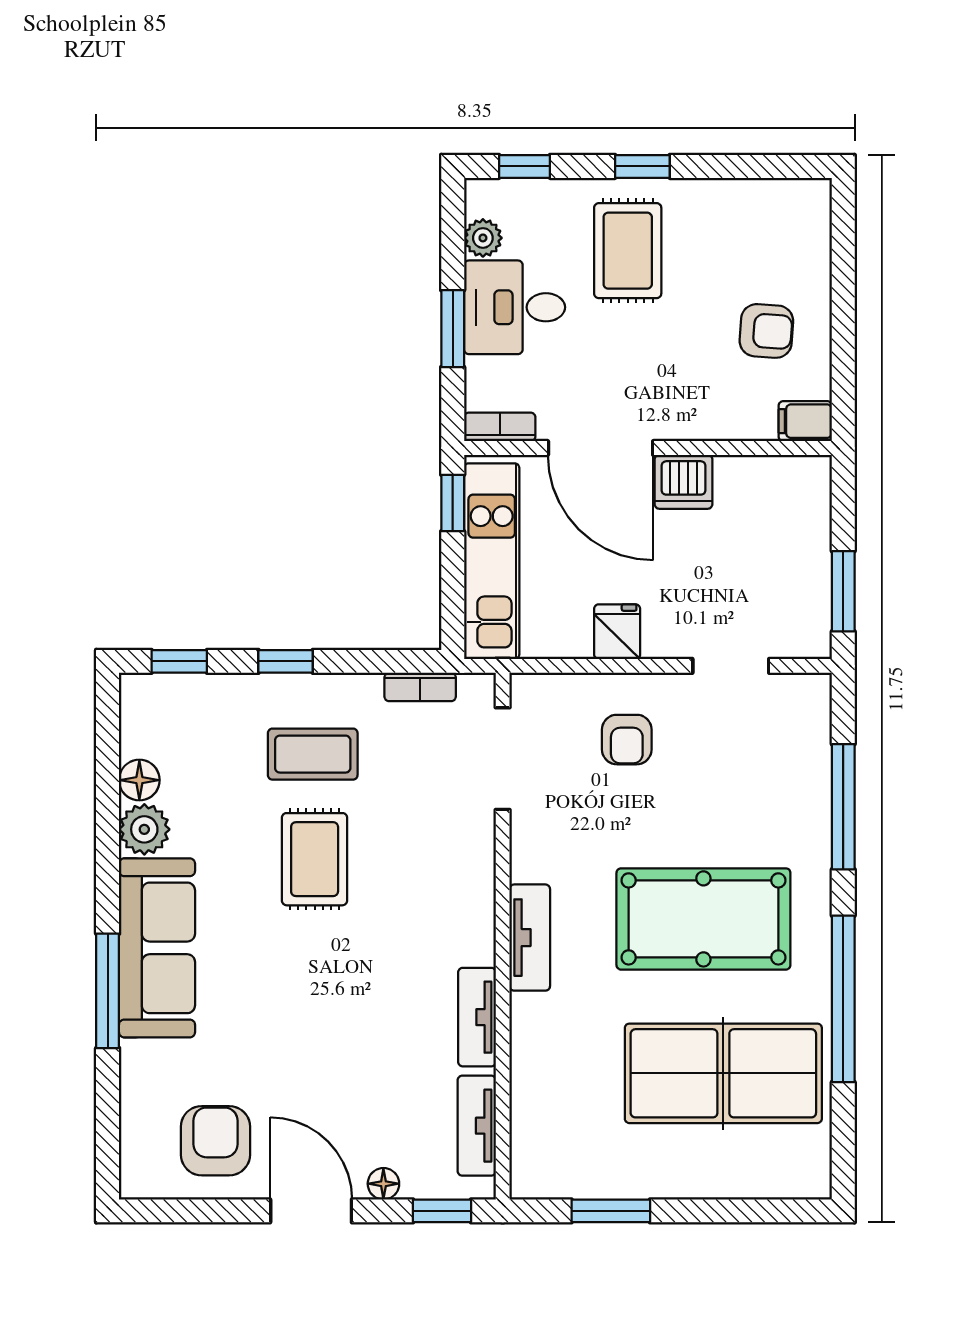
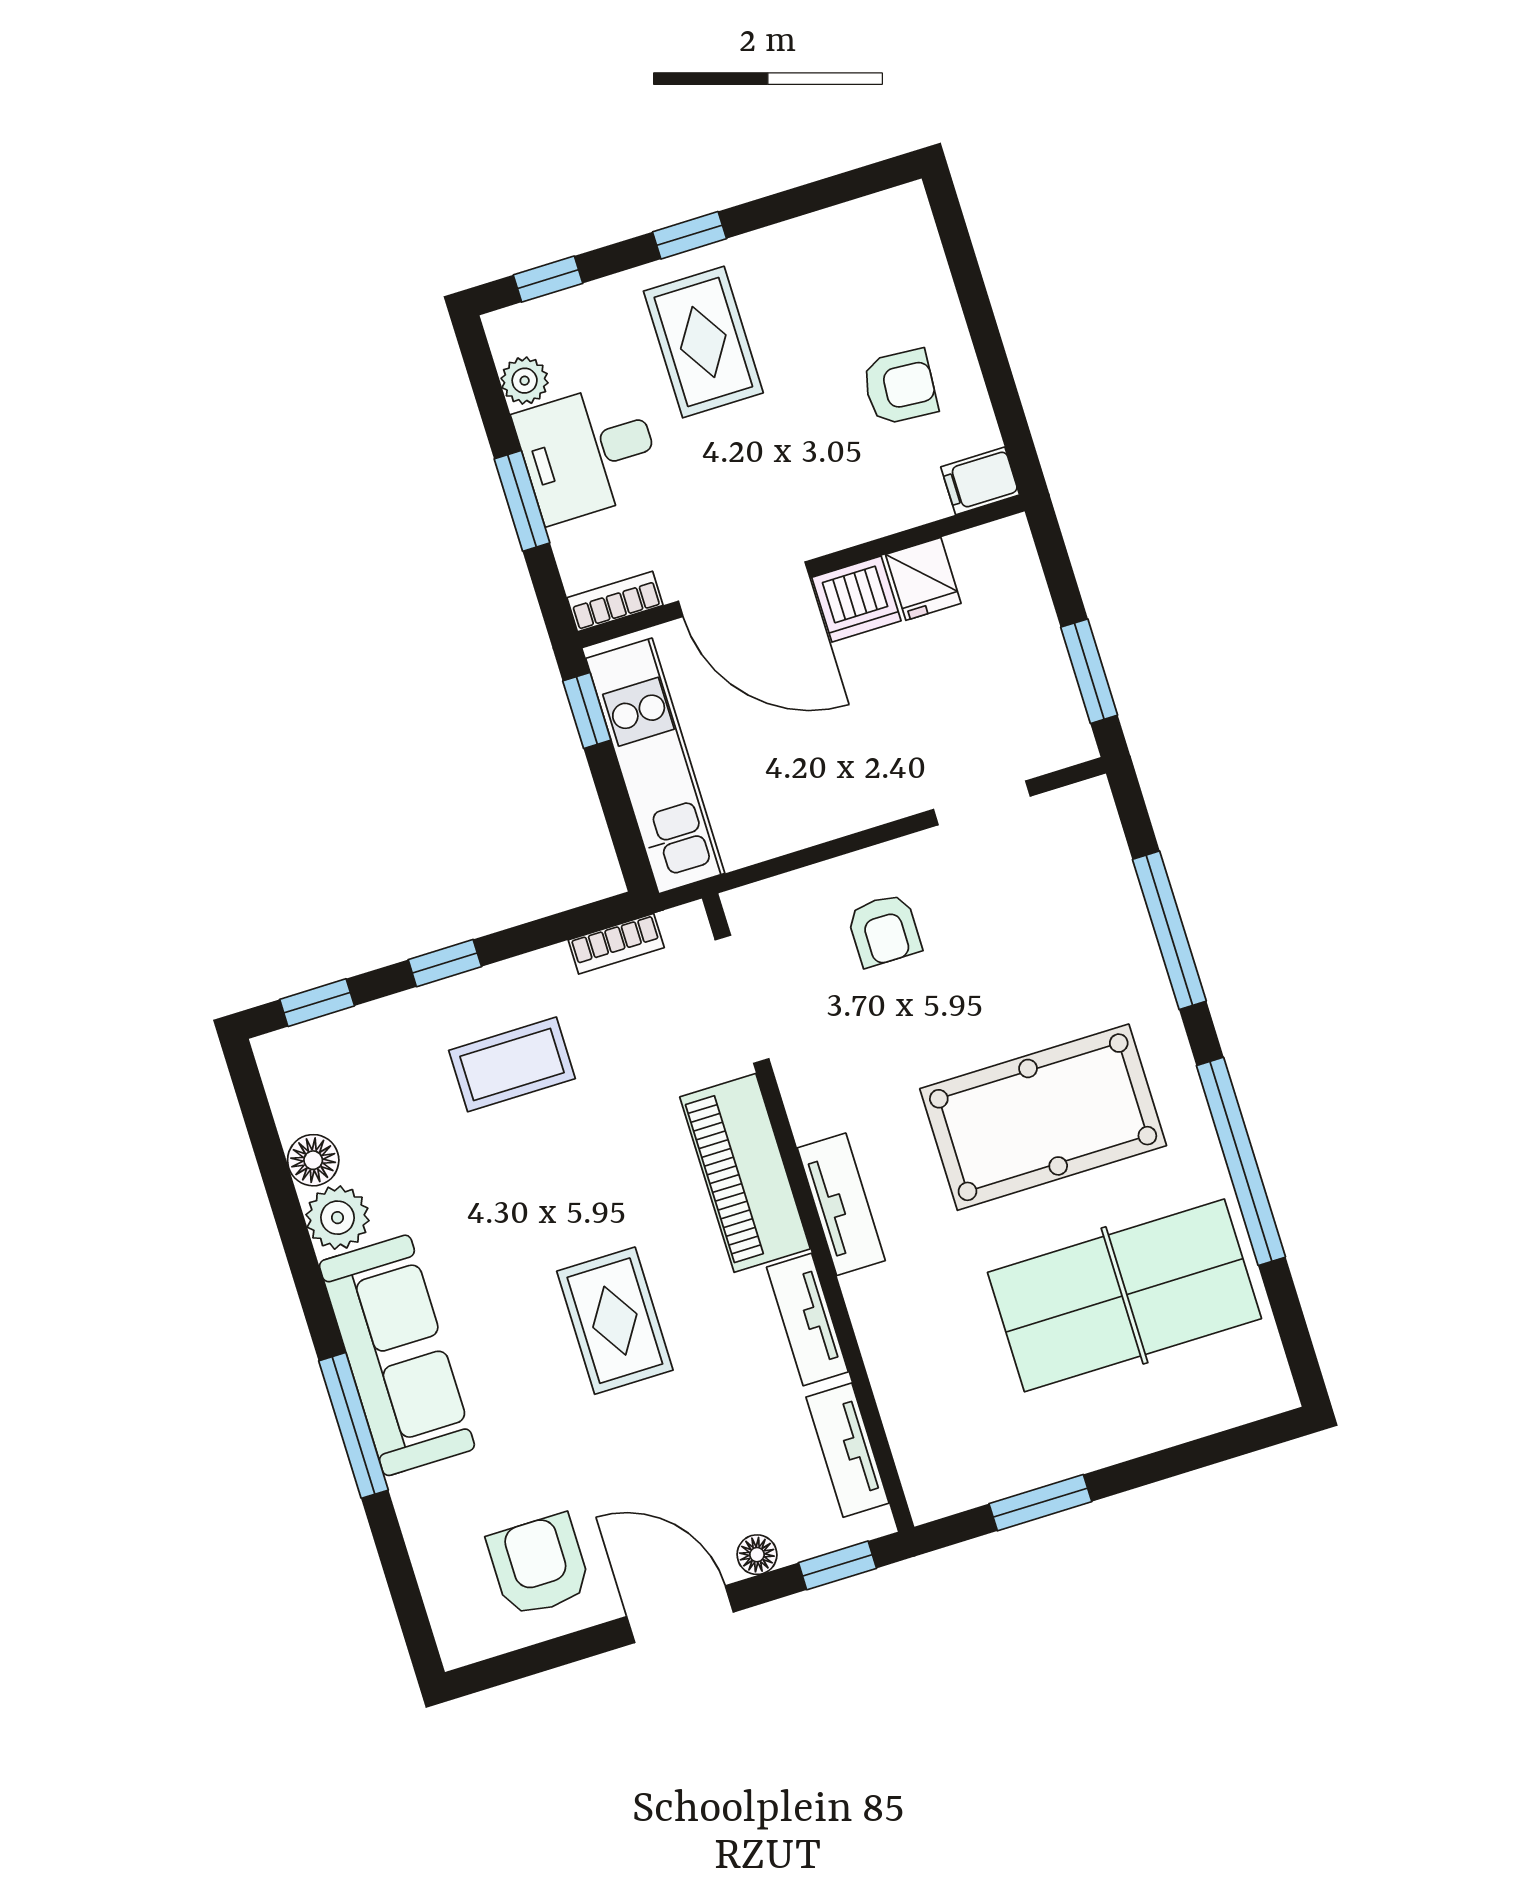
fridge: (617, 632) -> (923, 579), moved, turned 180
rug: (315, 859) -> (615, 1321), moved
piano: (464, 891) -> (745, 1173), added

